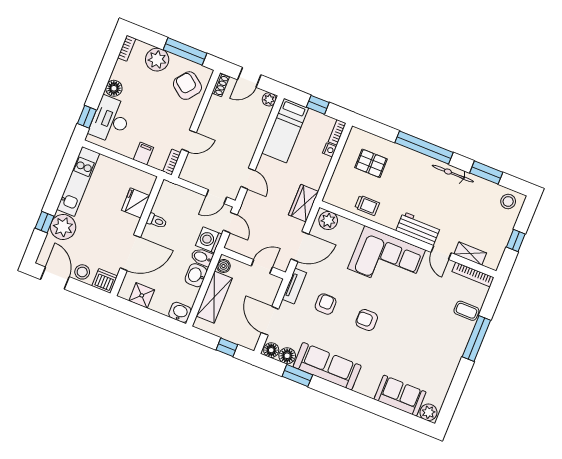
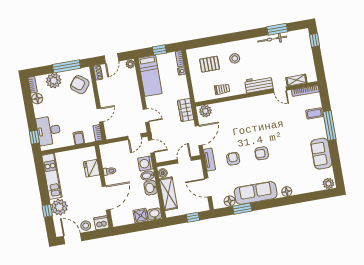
floor lamp: (114, 88) -> (37, 99), moved
window: (424, 148) -> (234, 37), removed
bicycle: (453, 174) -> (272, 39), moved
stool: (508, 201) -> (235, 58), moved
window: (516, 241) -> (314, 40), moved
corner sofa: (387, 259) -> (252, 112), removed
shower: (142, 295) -> (141, 216), moved
floor lamp: (271, 350) -> (287, 191), moved
sofa: (400, 396) -> (321, 154), moved, turned -90

